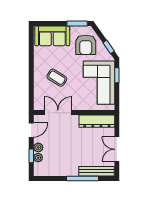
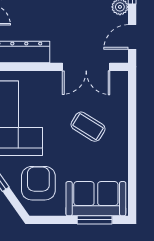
window: (77, 23) -> (95, 220), moved

